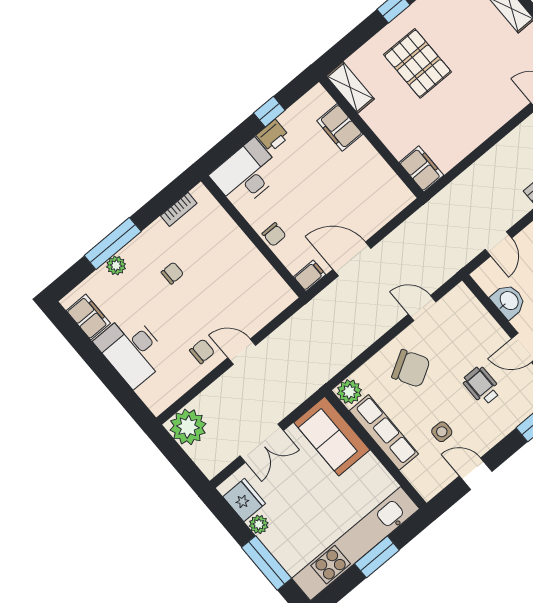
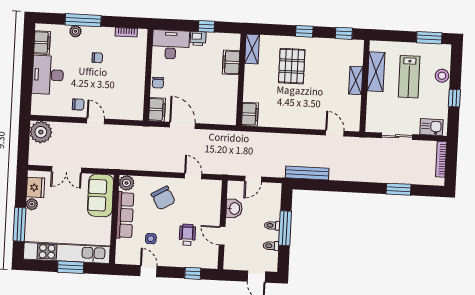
filing cabinet: (310, 276) -> (157, 109), width x2.00

